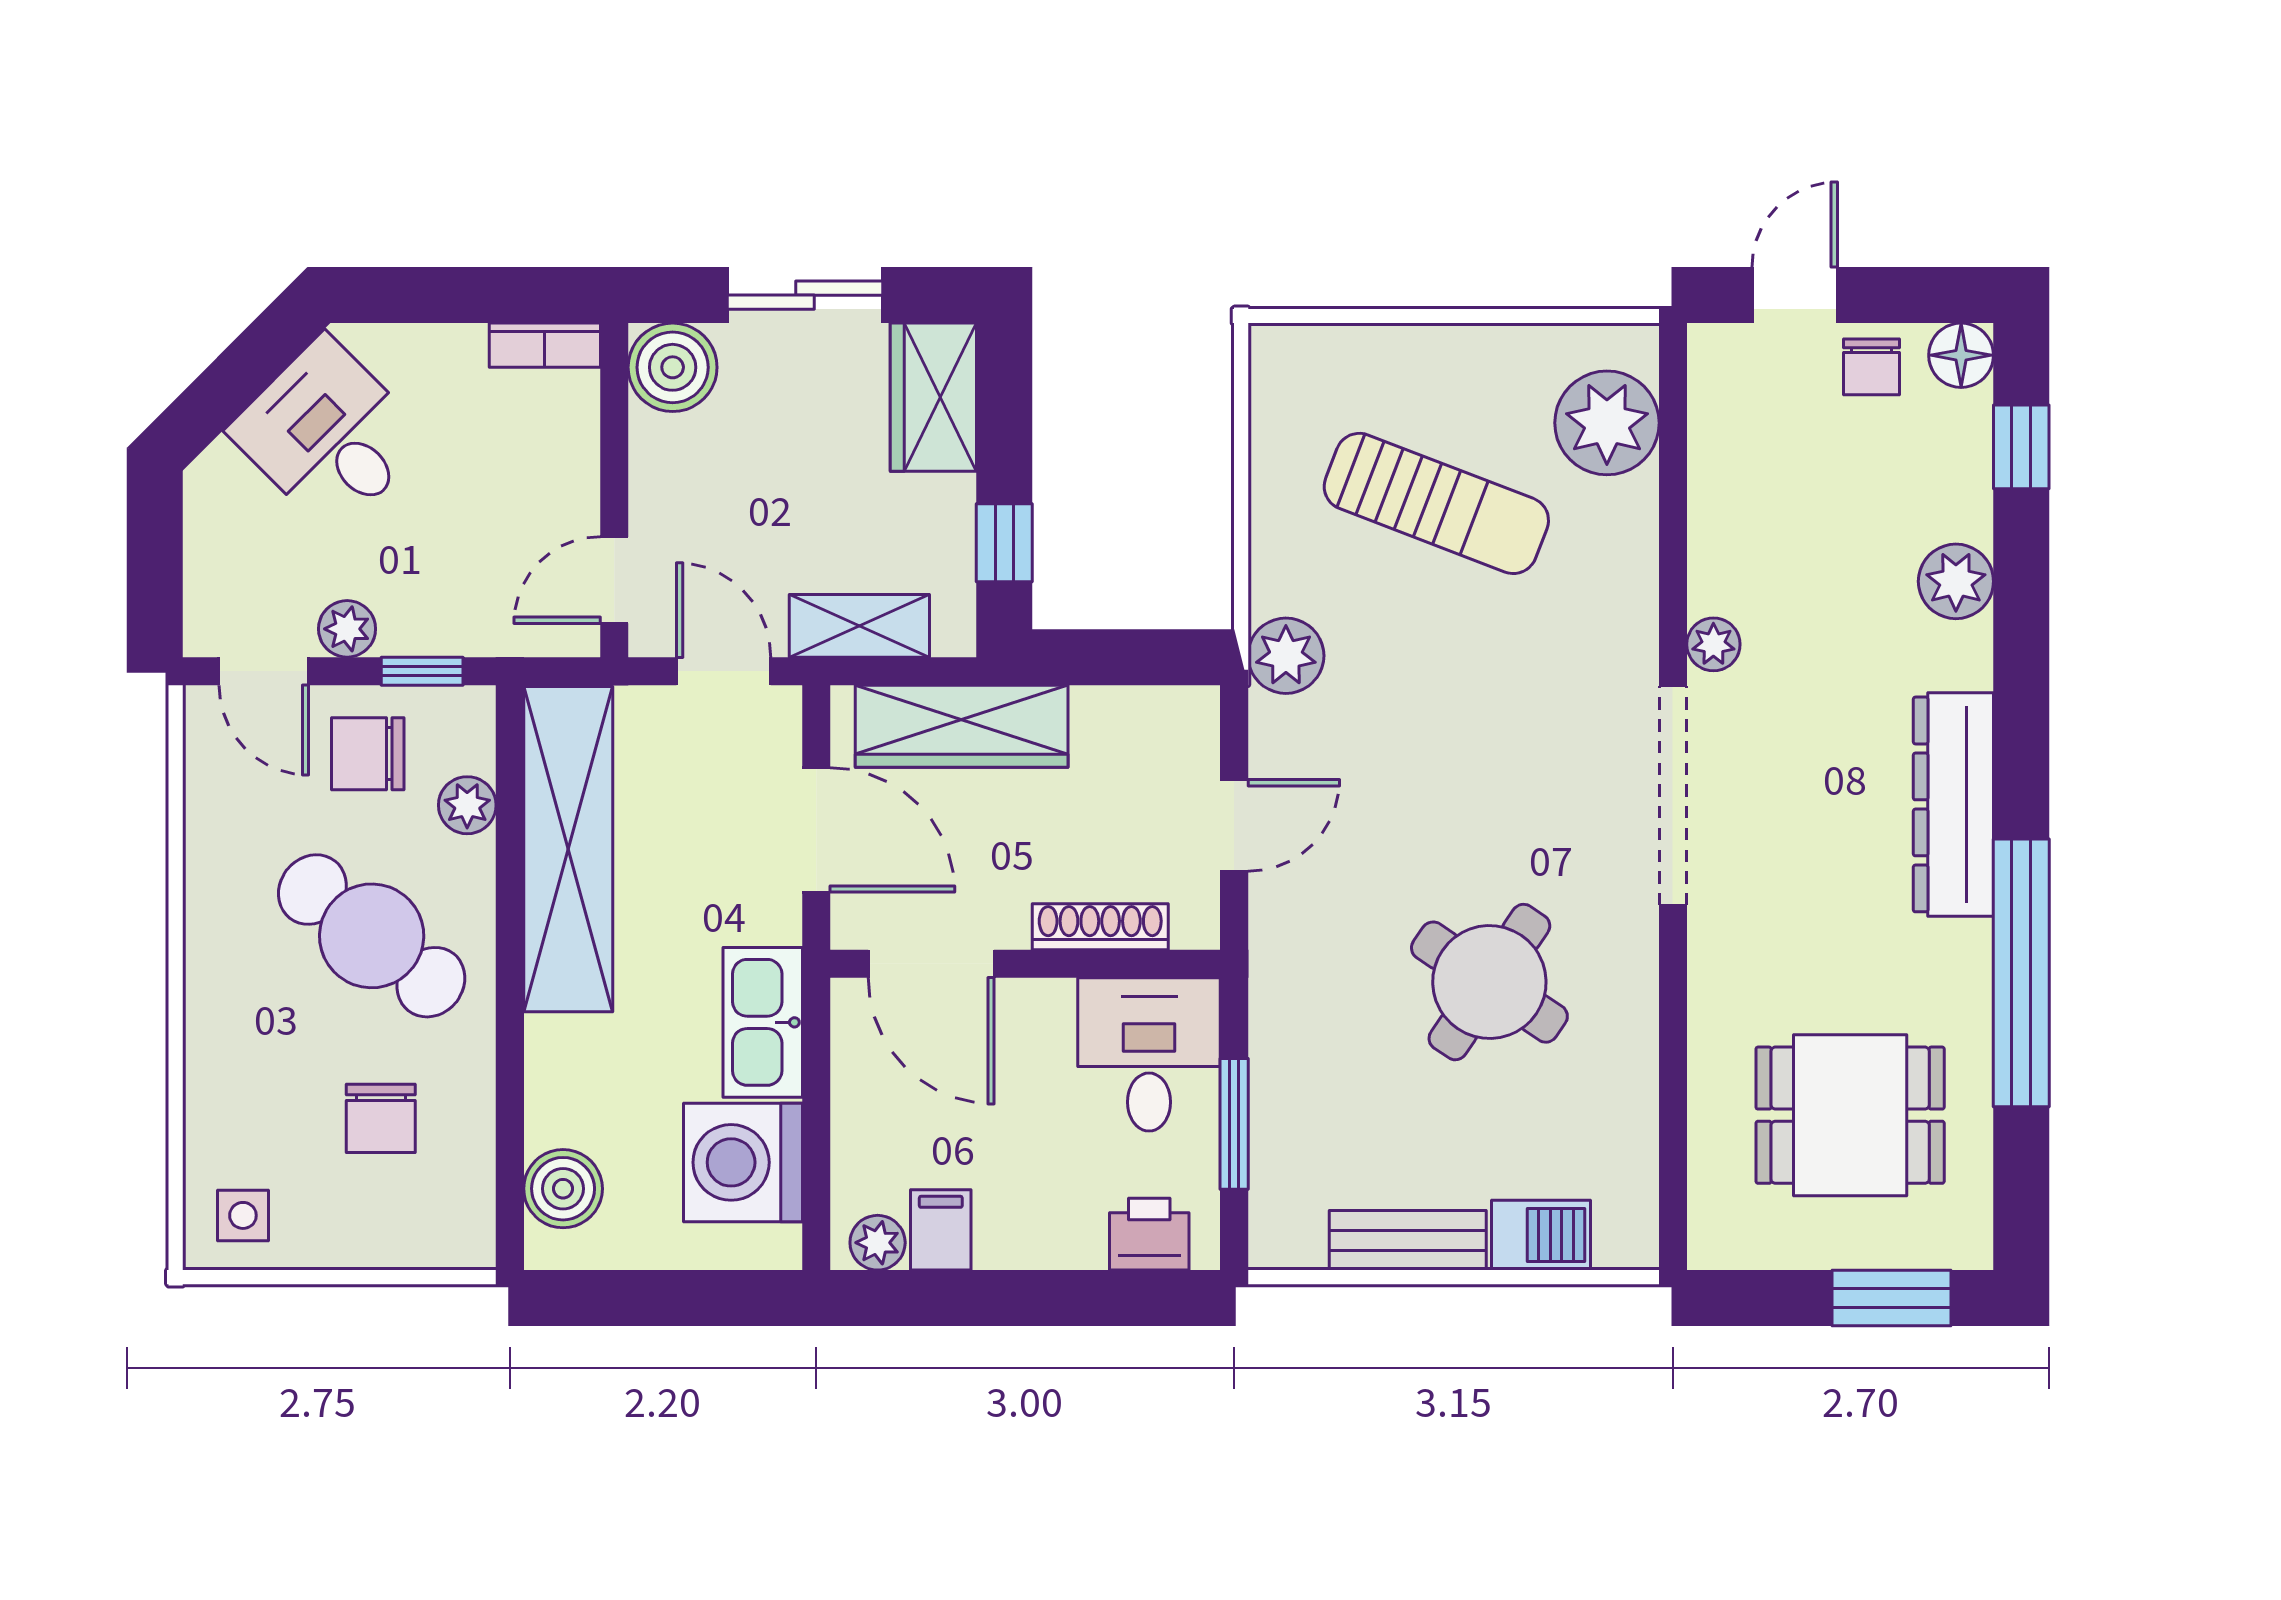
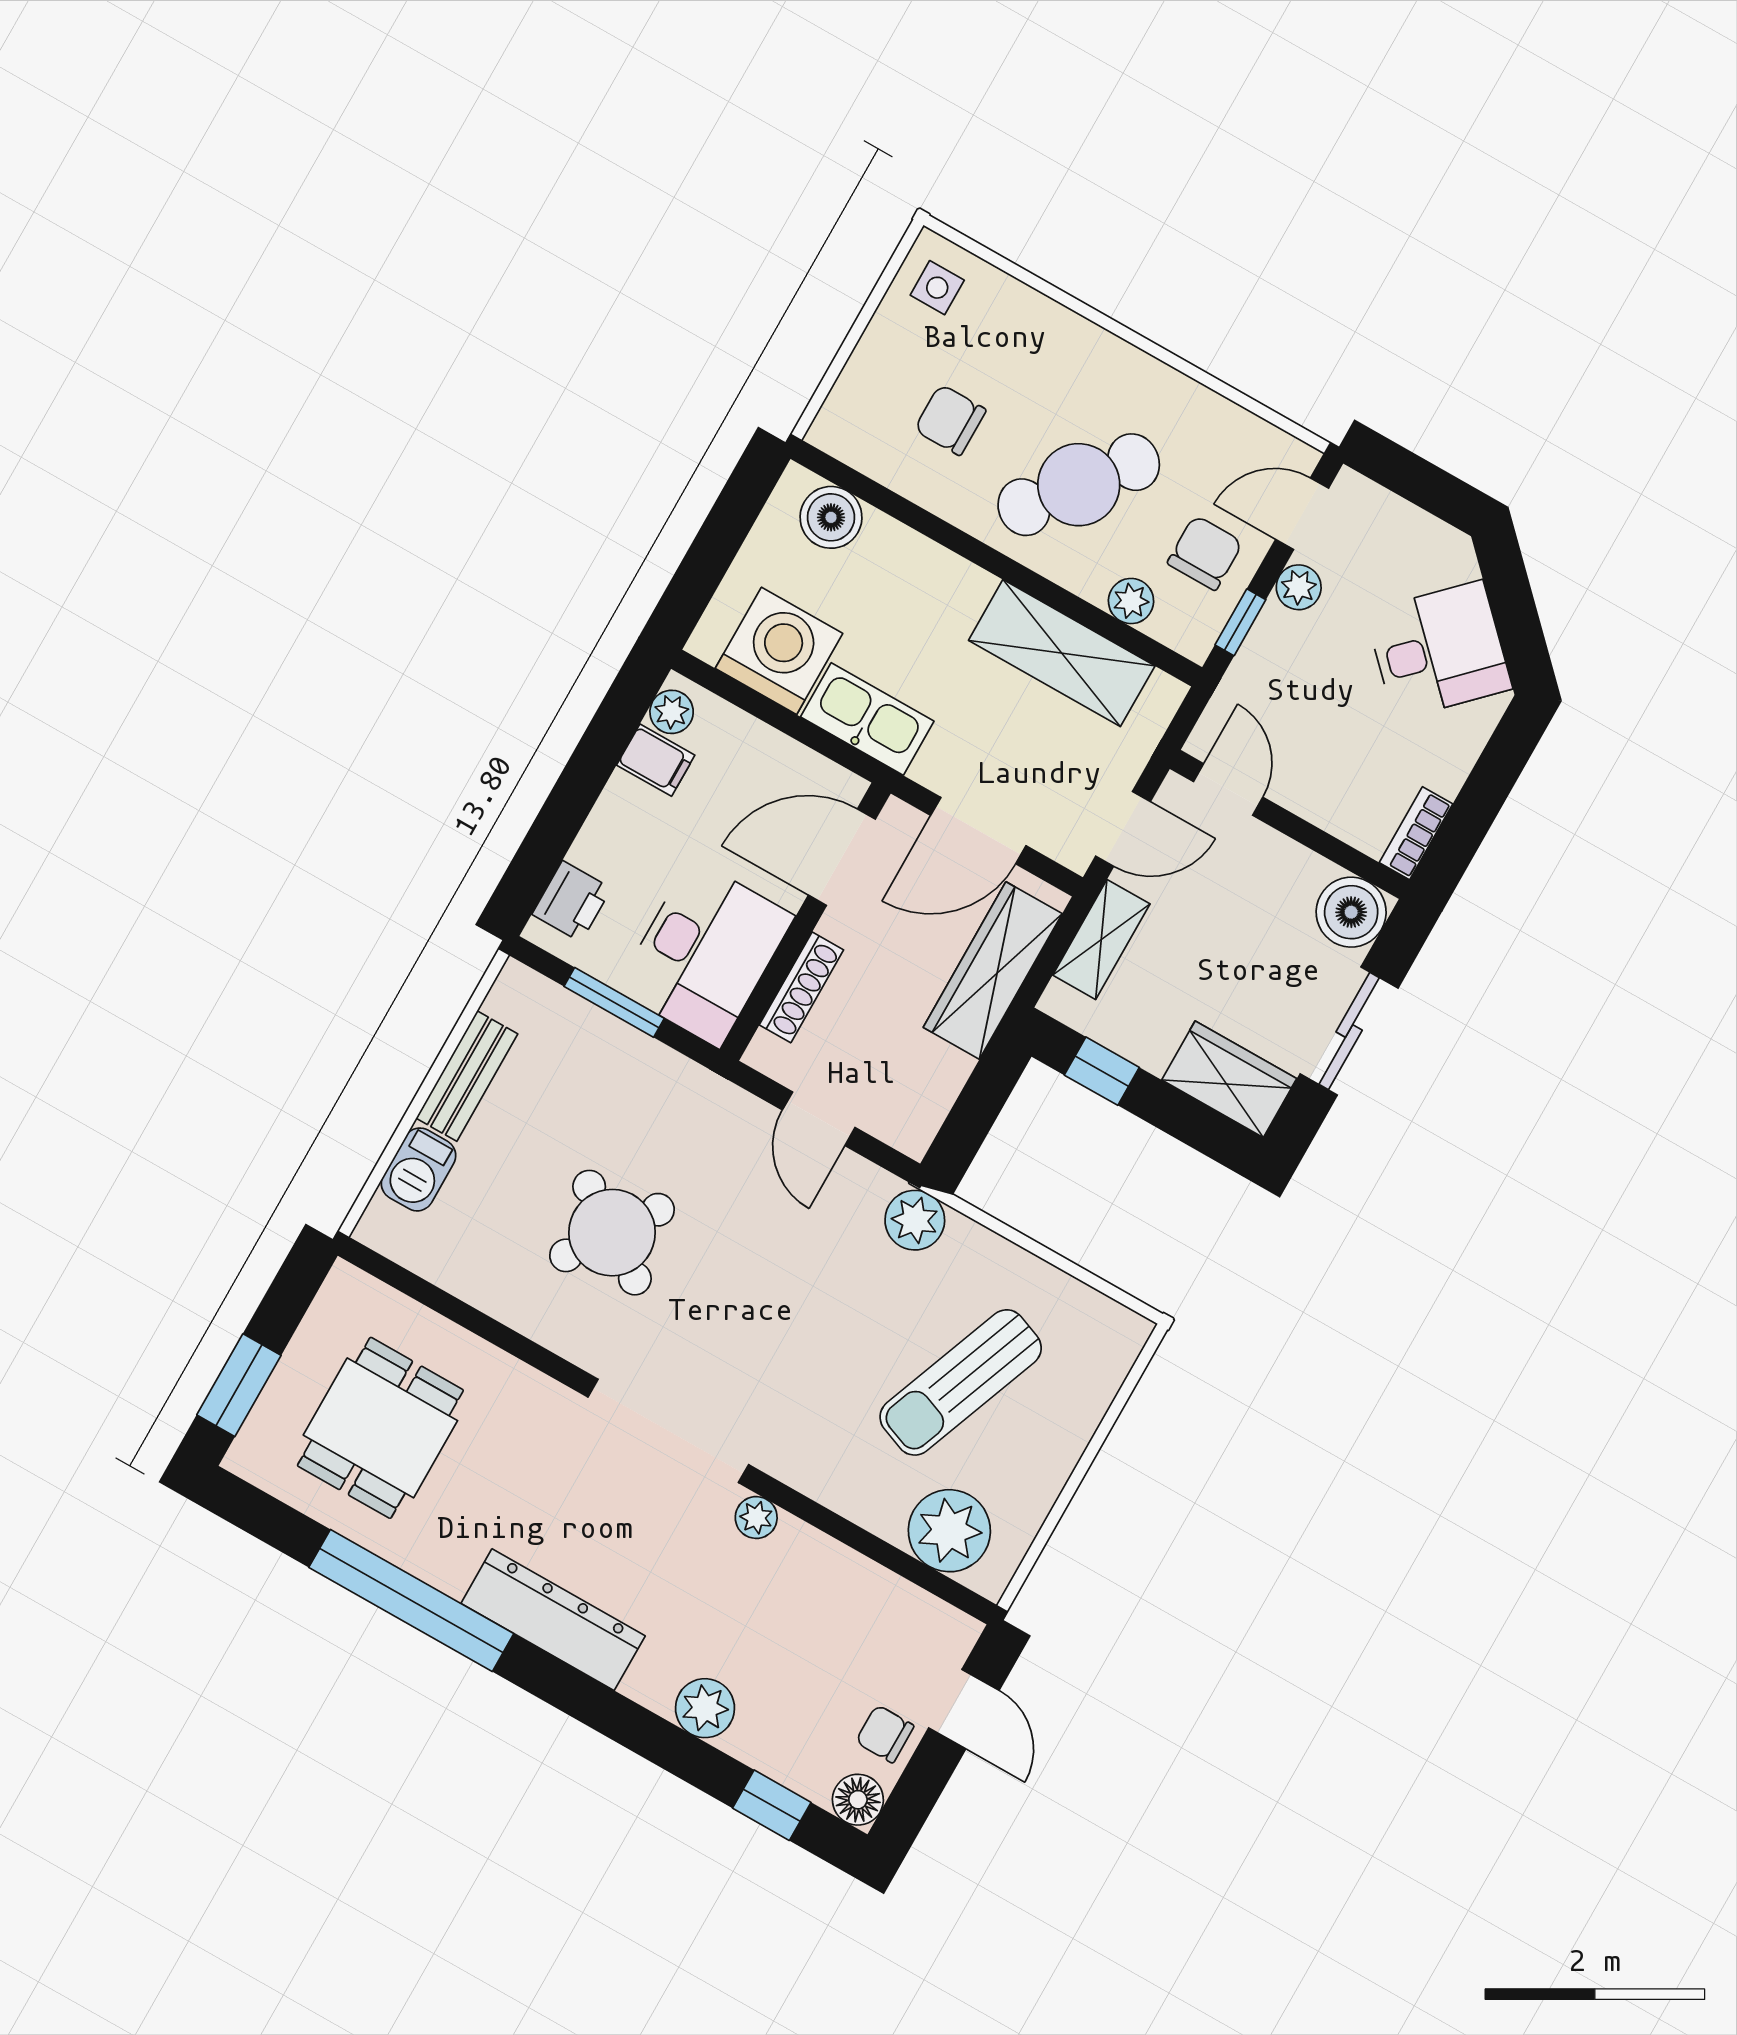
shelving: (568, 849) -> (1062, 653), width x0.68
desk: (1149, 1054) -> (705, 953), width x1.37

